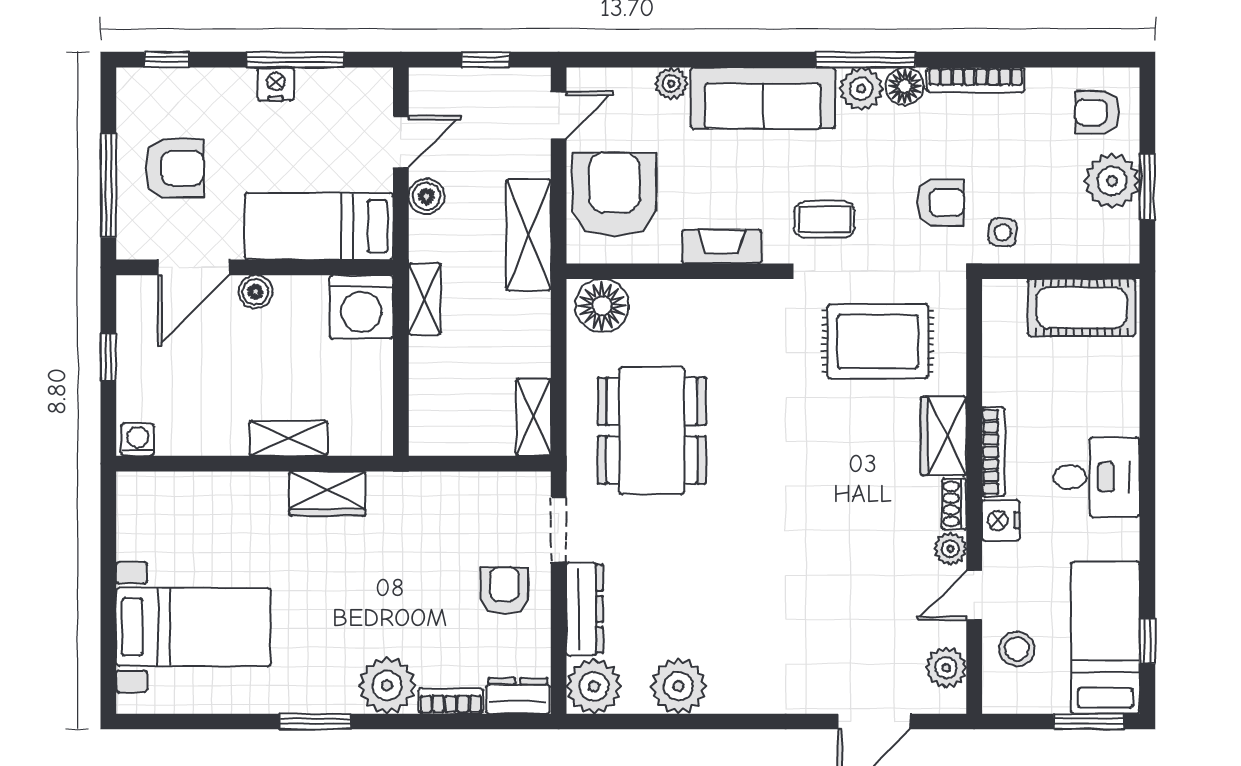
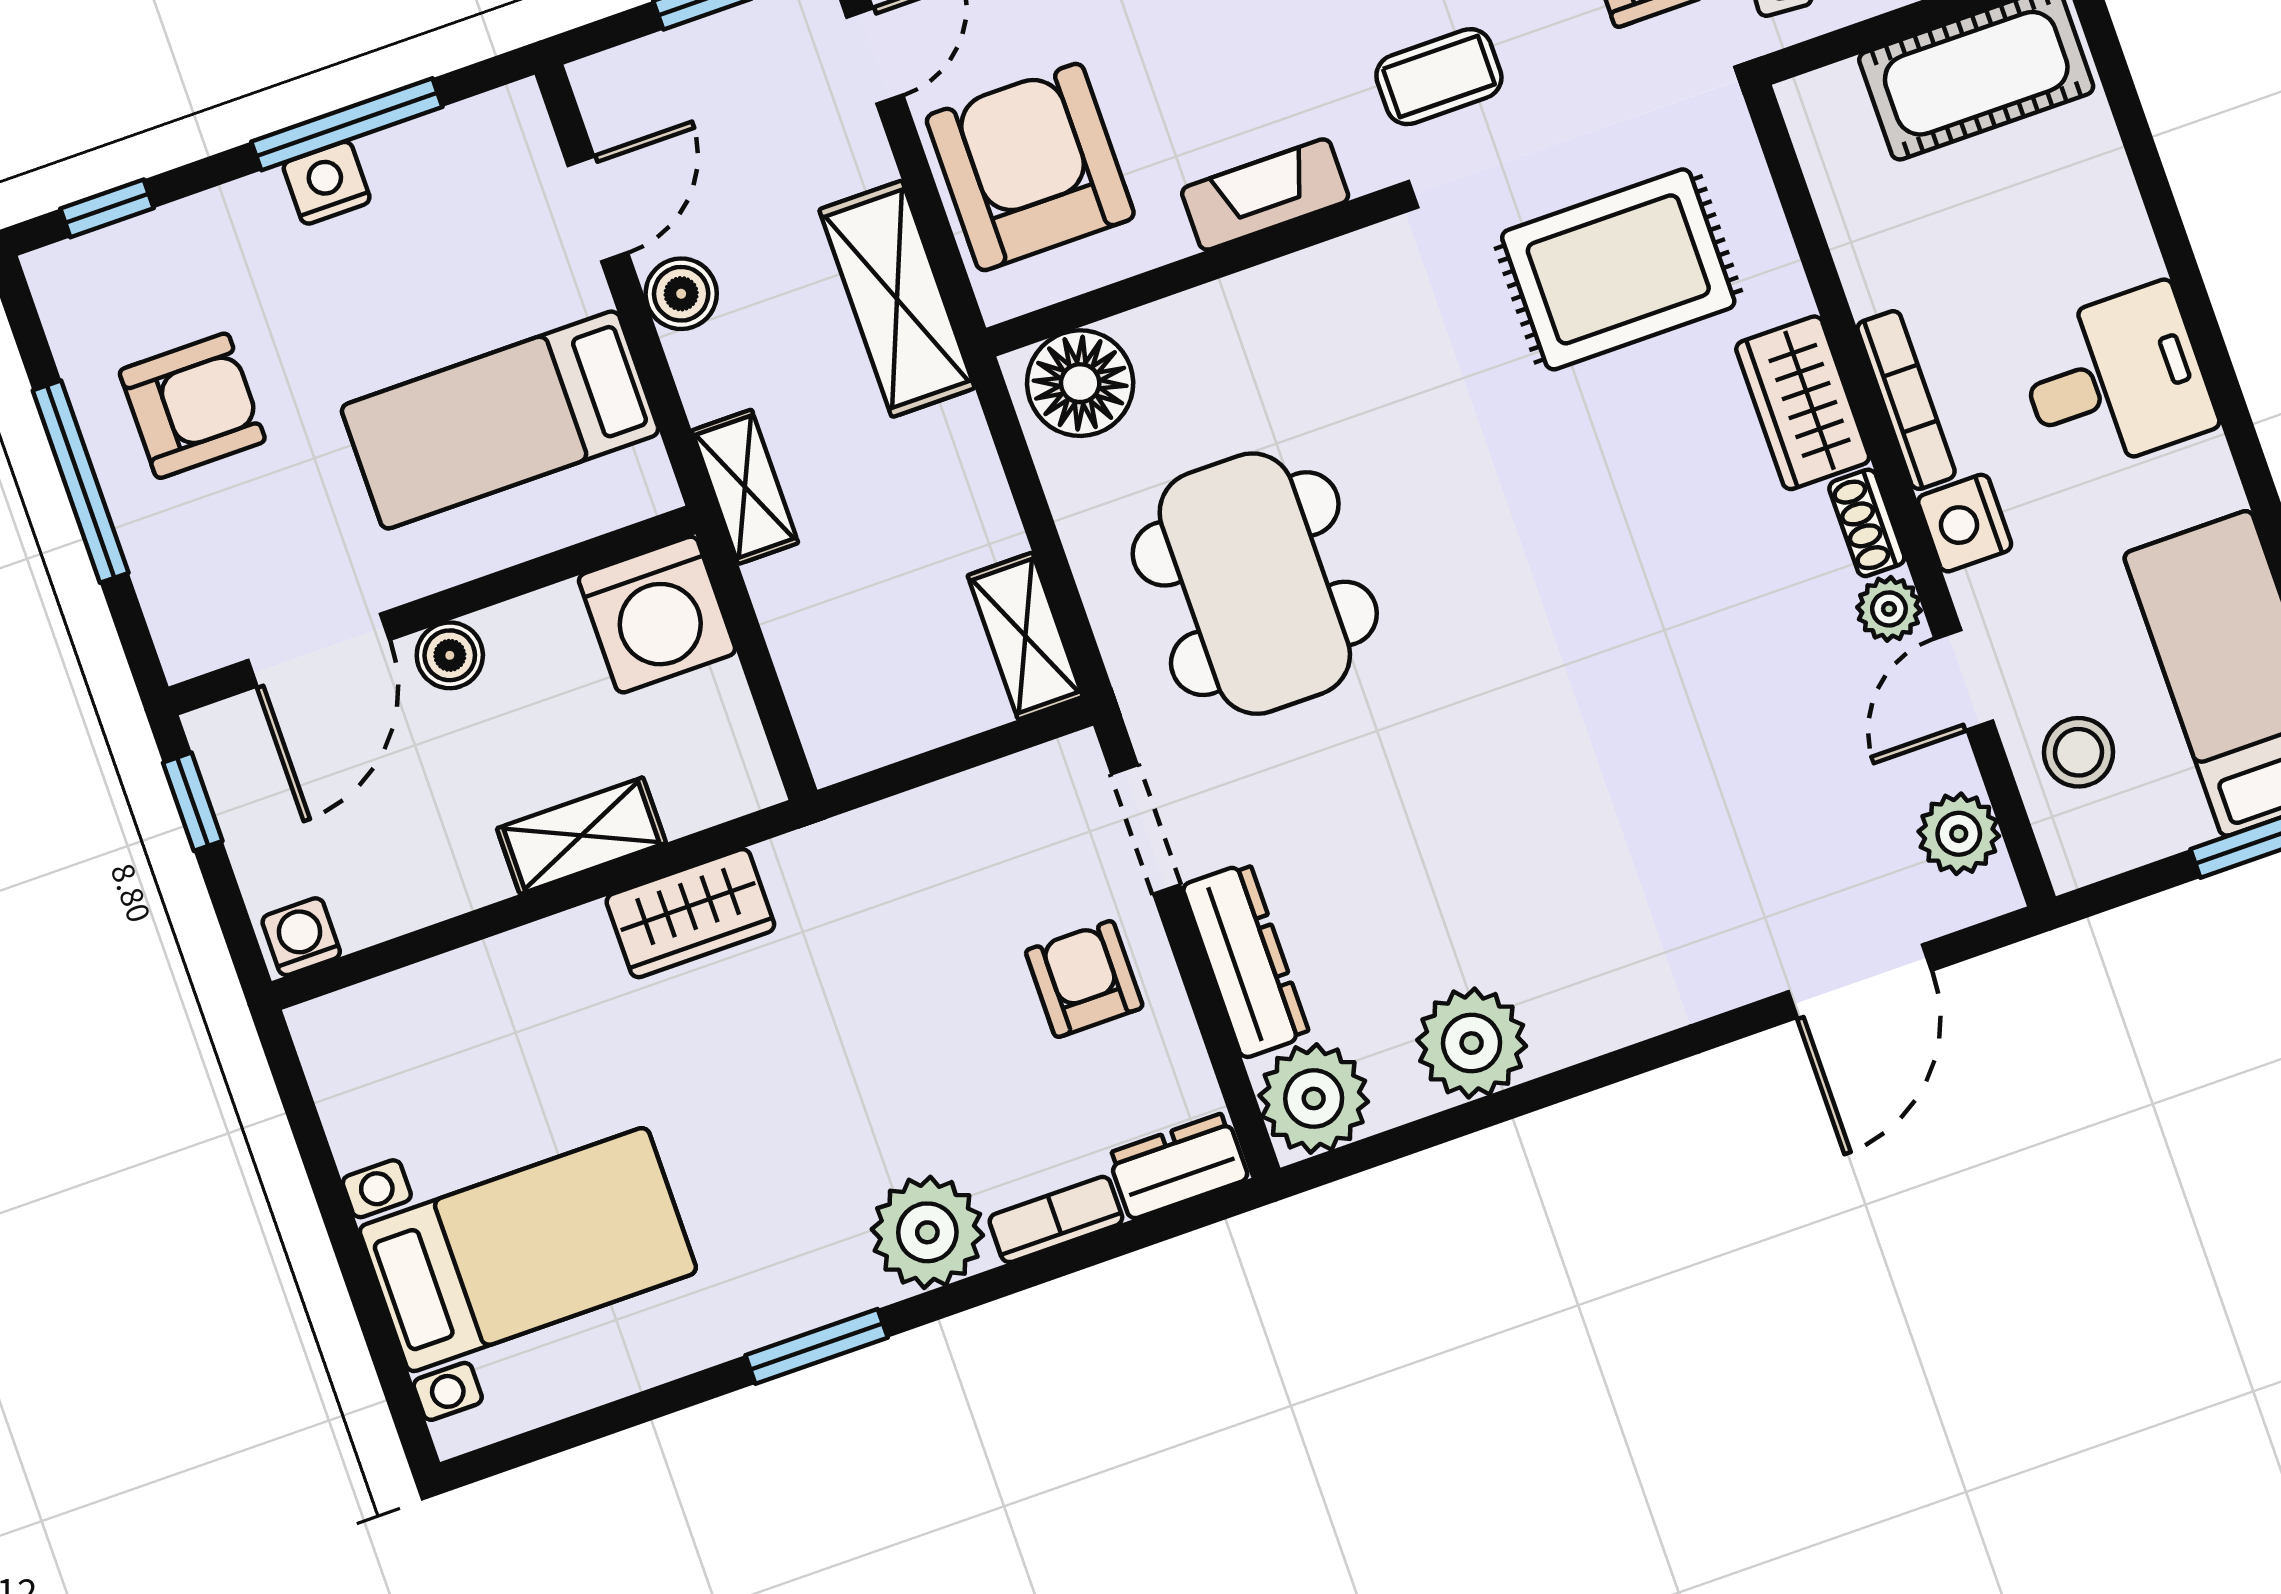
door: (194, 267) -> (319, 650), moved
wall: (255, 267) -> (432, 610), moved
boiler: (256, 292) -> (450, 655), moved
washing machine: (361, 307) -> (657, 615), moved

